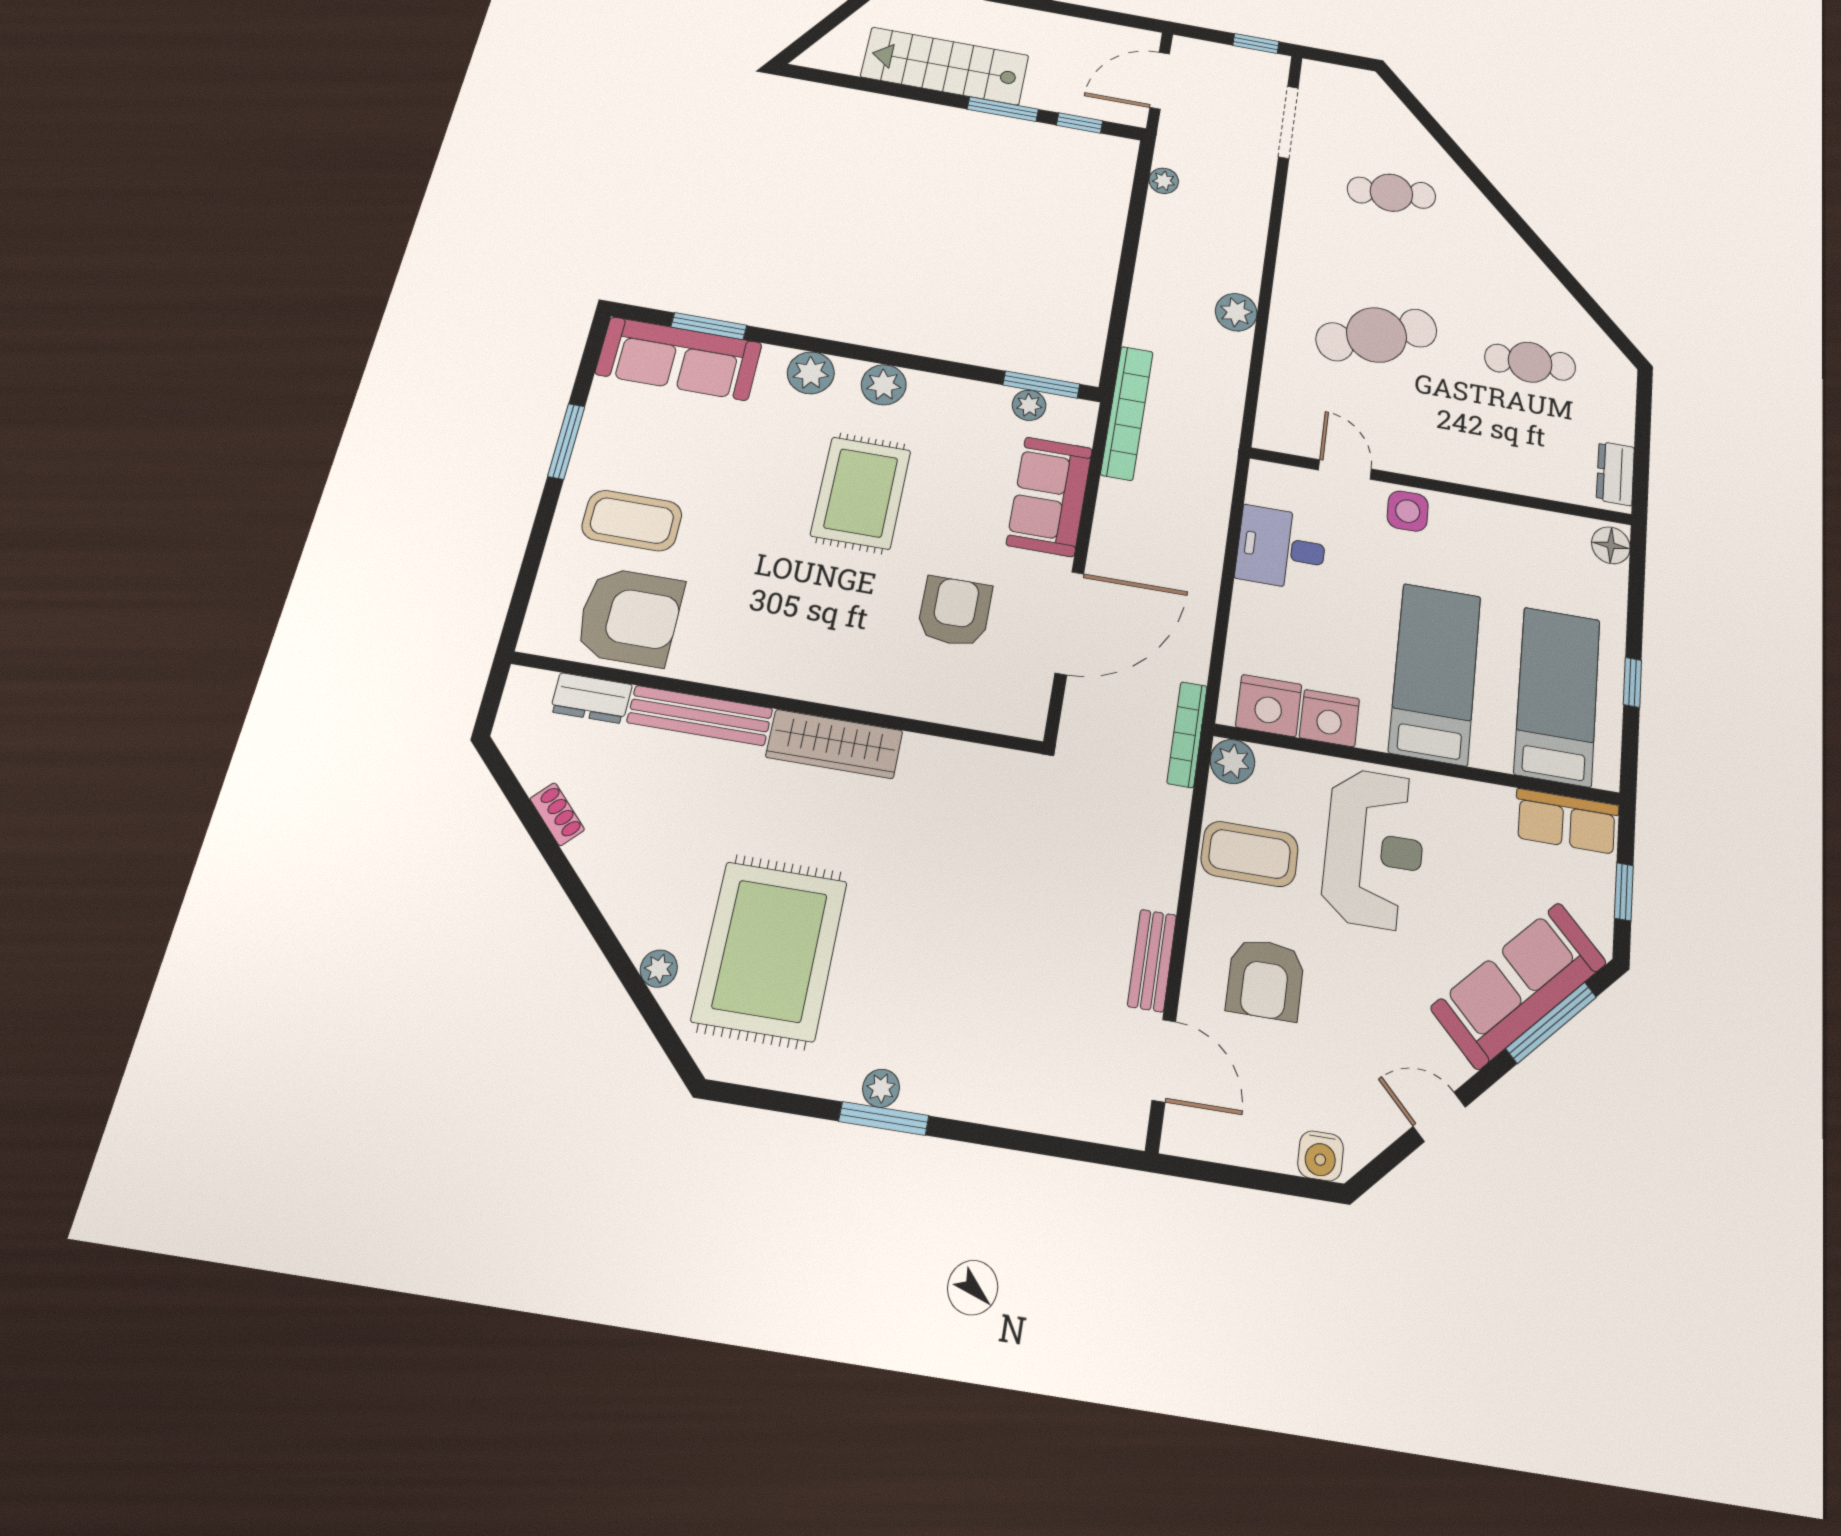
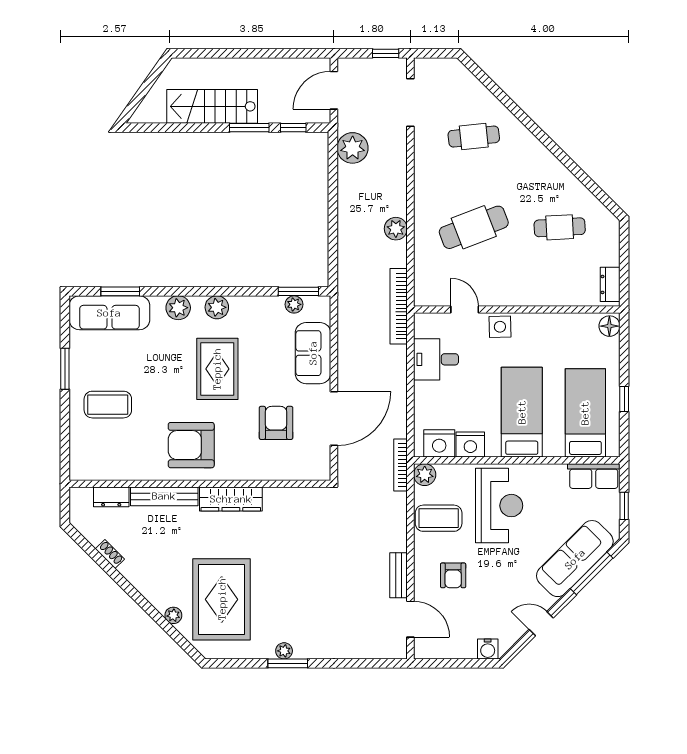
plant: (1164, 181) -> (353, 148), width x1.87, depth x1.87
bookcase: (1127, 413) -> (399, 306), moved, turned 180
armchair: (630, 617) -> (191, 445), moved, turned 180
armchair: (1265, 979) -> (453, 575), width x0.72, depth x0.72

